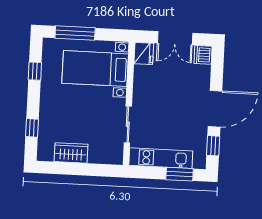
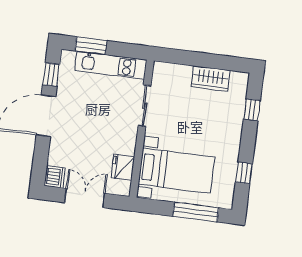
fridge: (144, 53) -> (123, 167), moved

